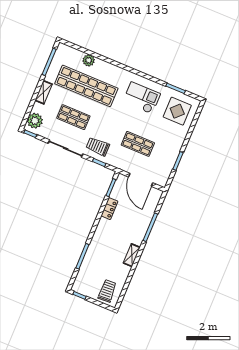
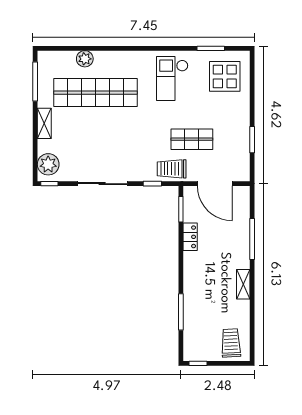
checkout: (142, 98) -> (172, 78), turned -90
shop shelf: (73, 117) -> (95, 139), removed
trolley: (98, 147) -> (172, 169), moved

